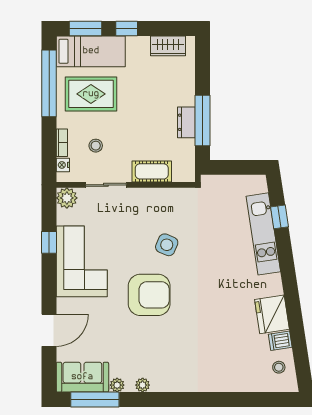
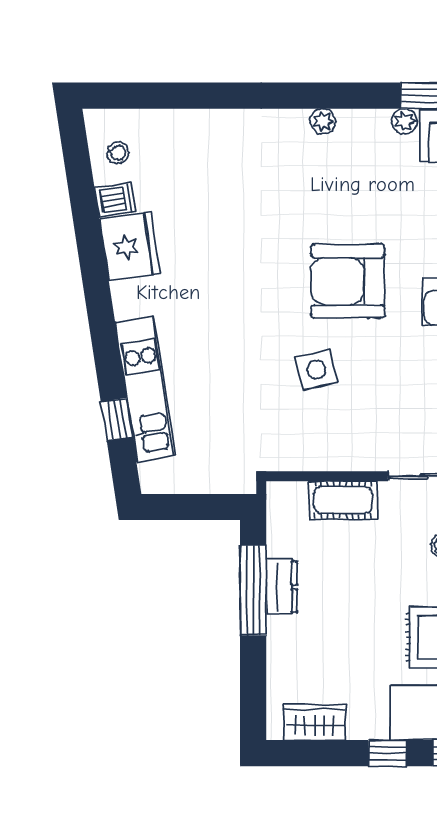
side table: (167, 245) -> (317, 370), turned -37
plant: (143, 385) -> (323, 121), moved

